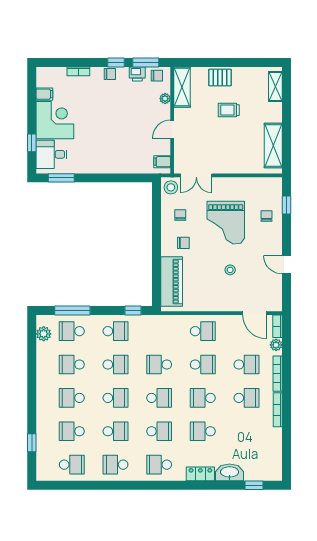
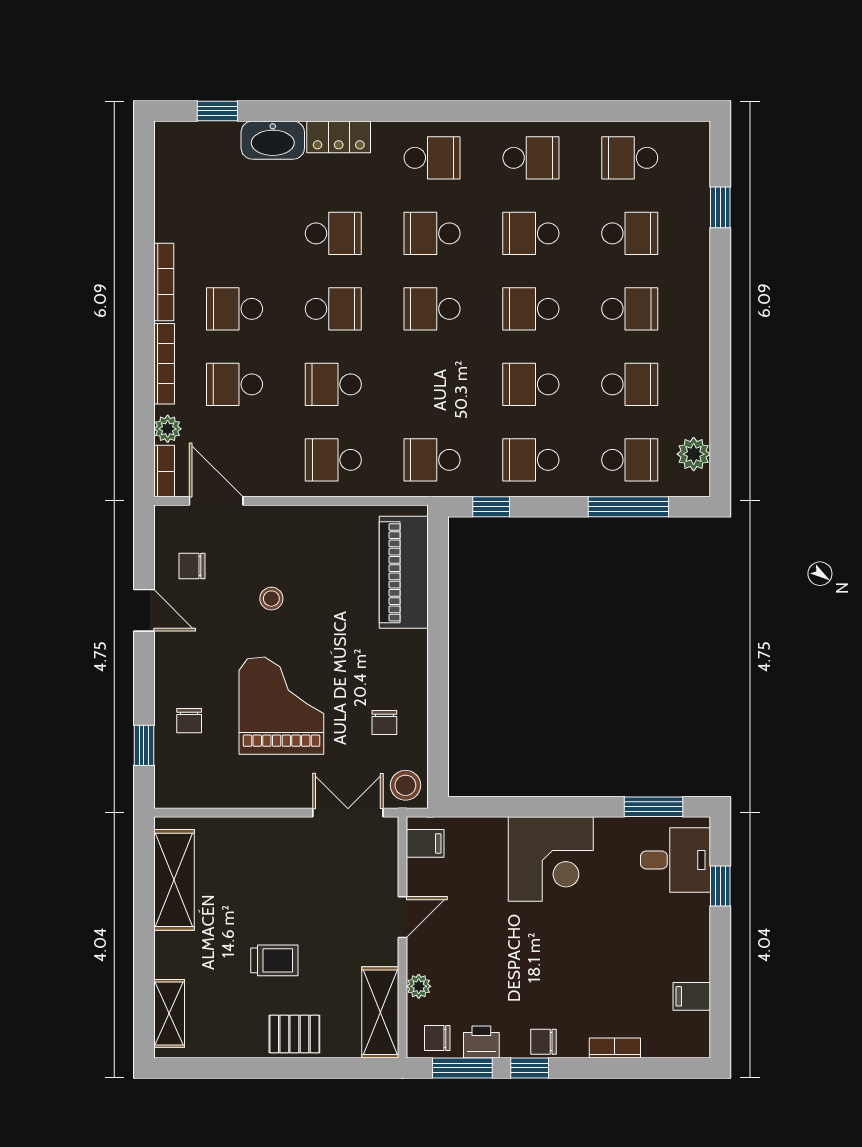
corner desk: (55, 120) -> (551, 859), moved, turned -90
chair: (183, 243) -> (192, 566), moved
school desk: (159, 365) -> (432, 460), moved, turned 180

